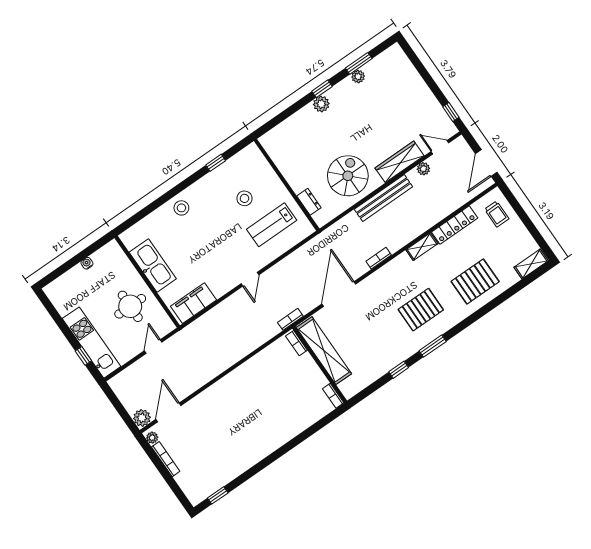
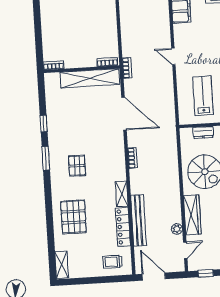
bench: (383, 198) -> (138, 220), moved
pallet: (421, 310) -> (77, 166), width x0.67, depth x0.71

